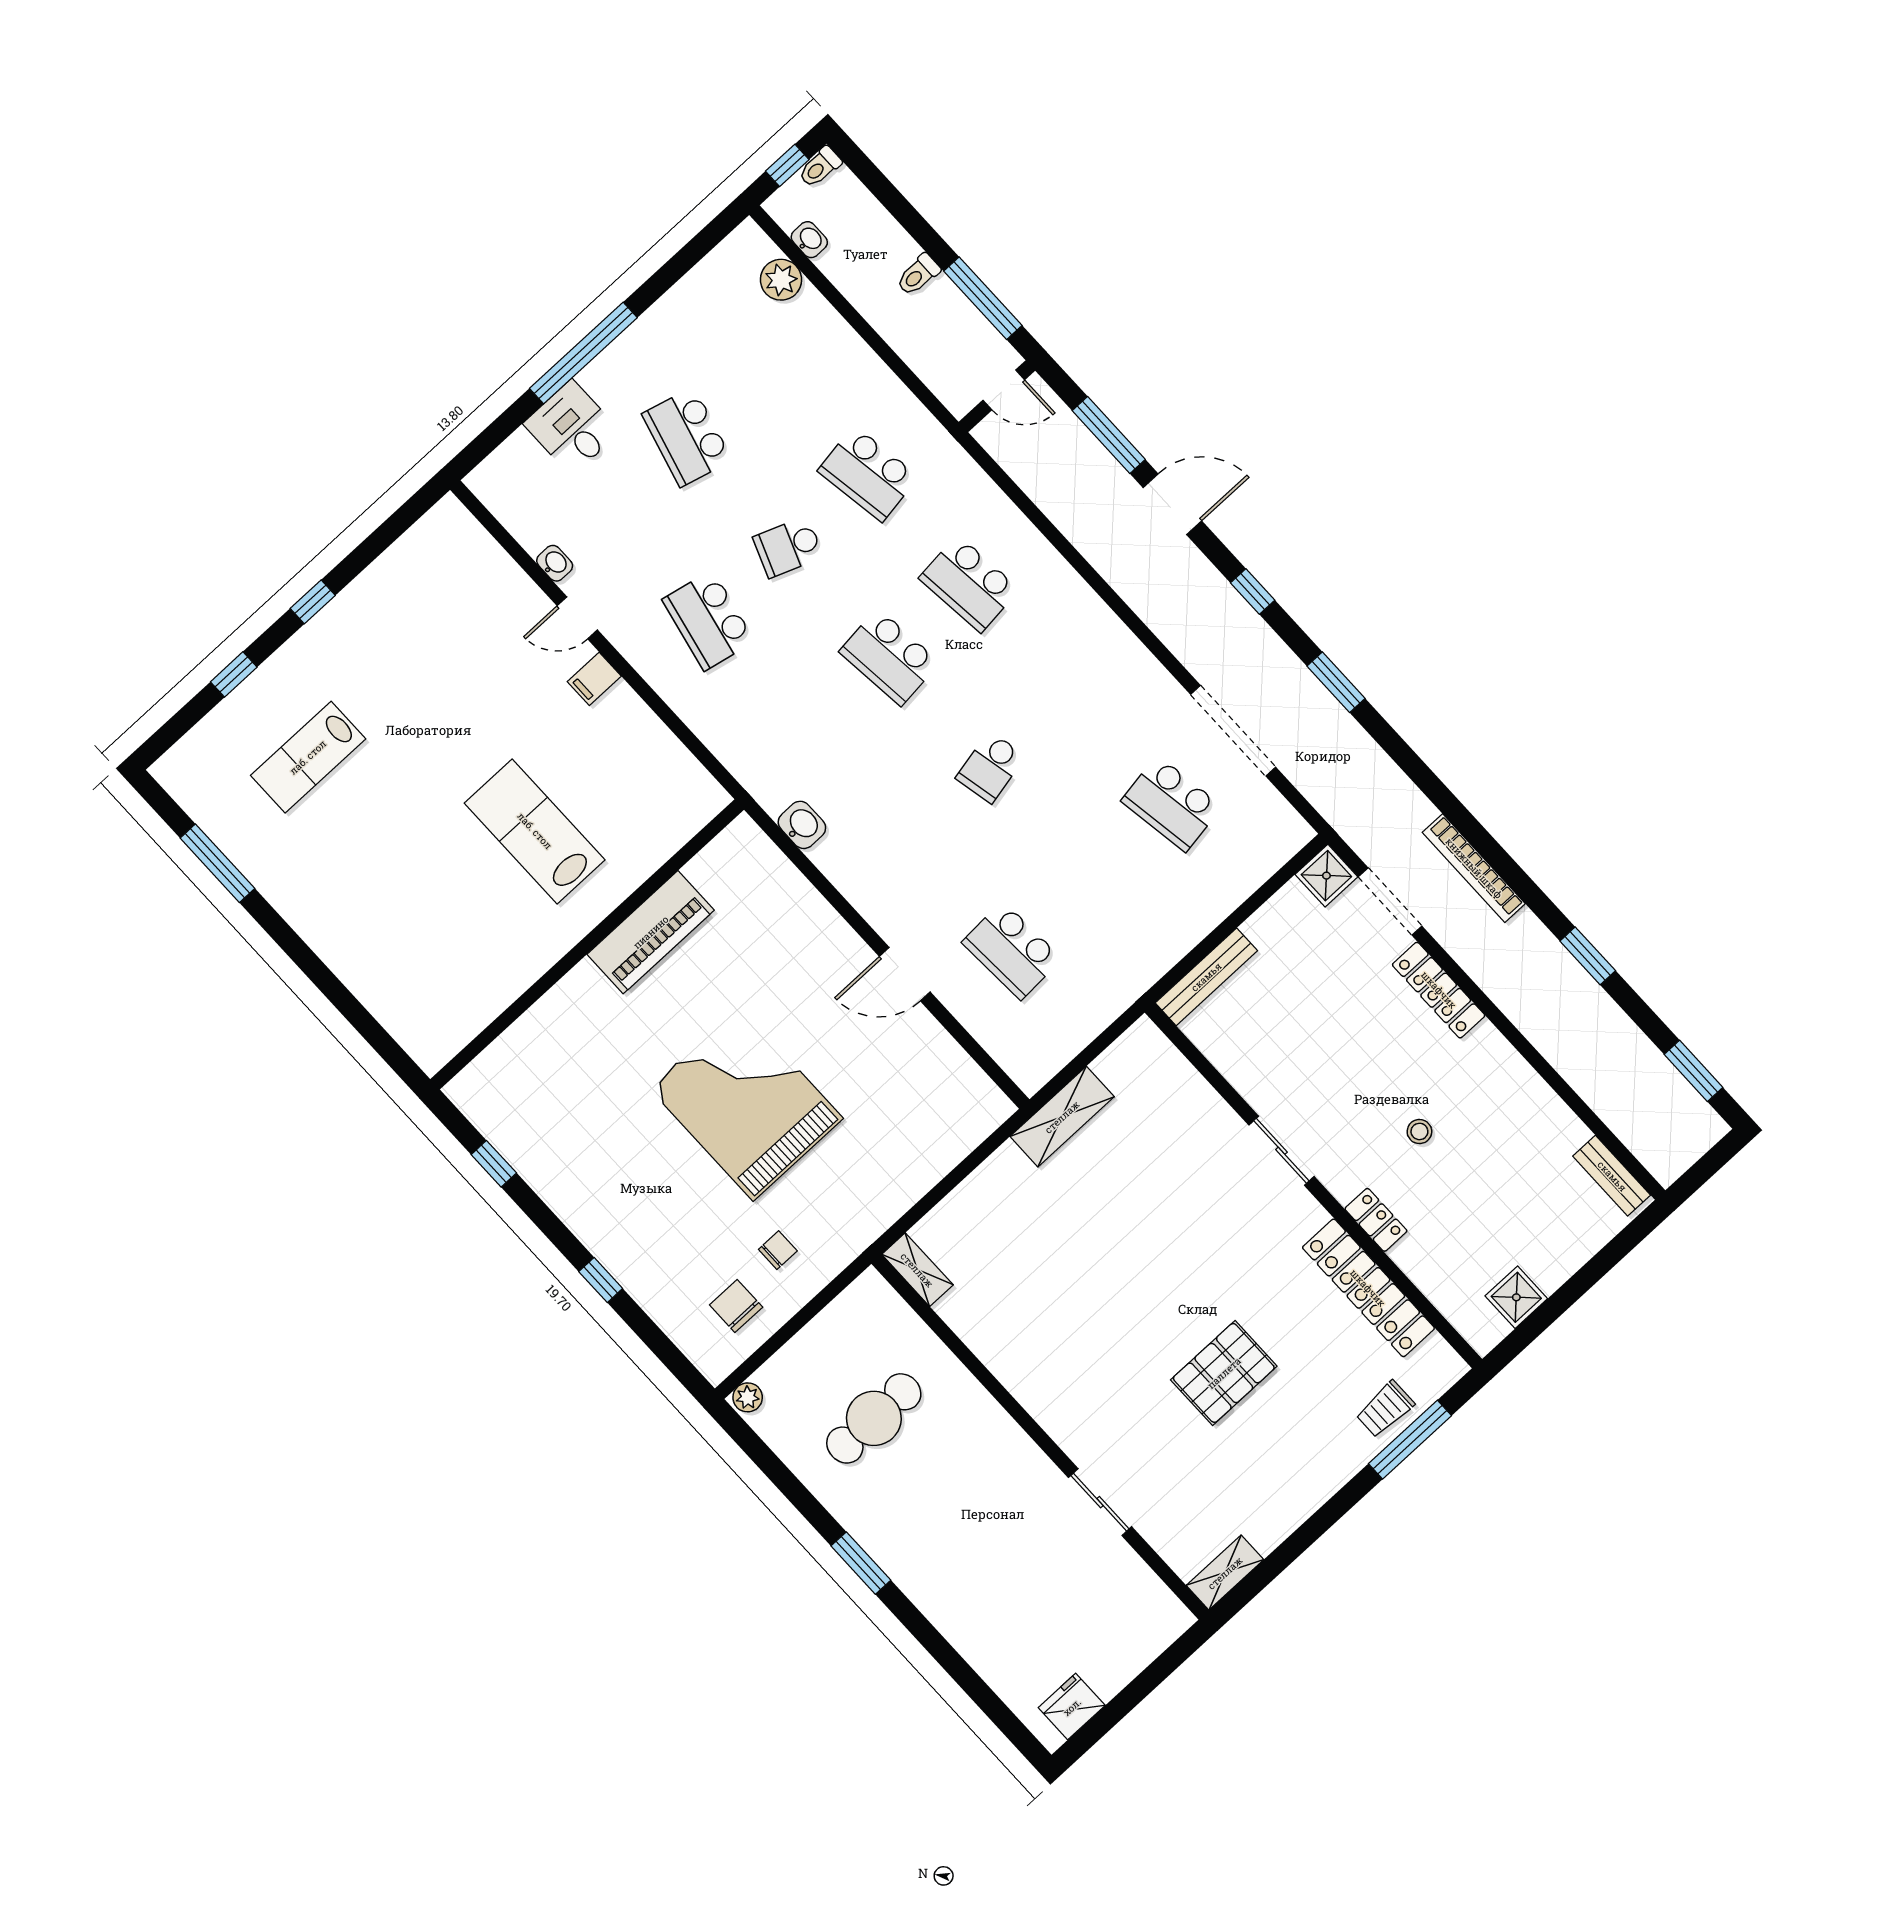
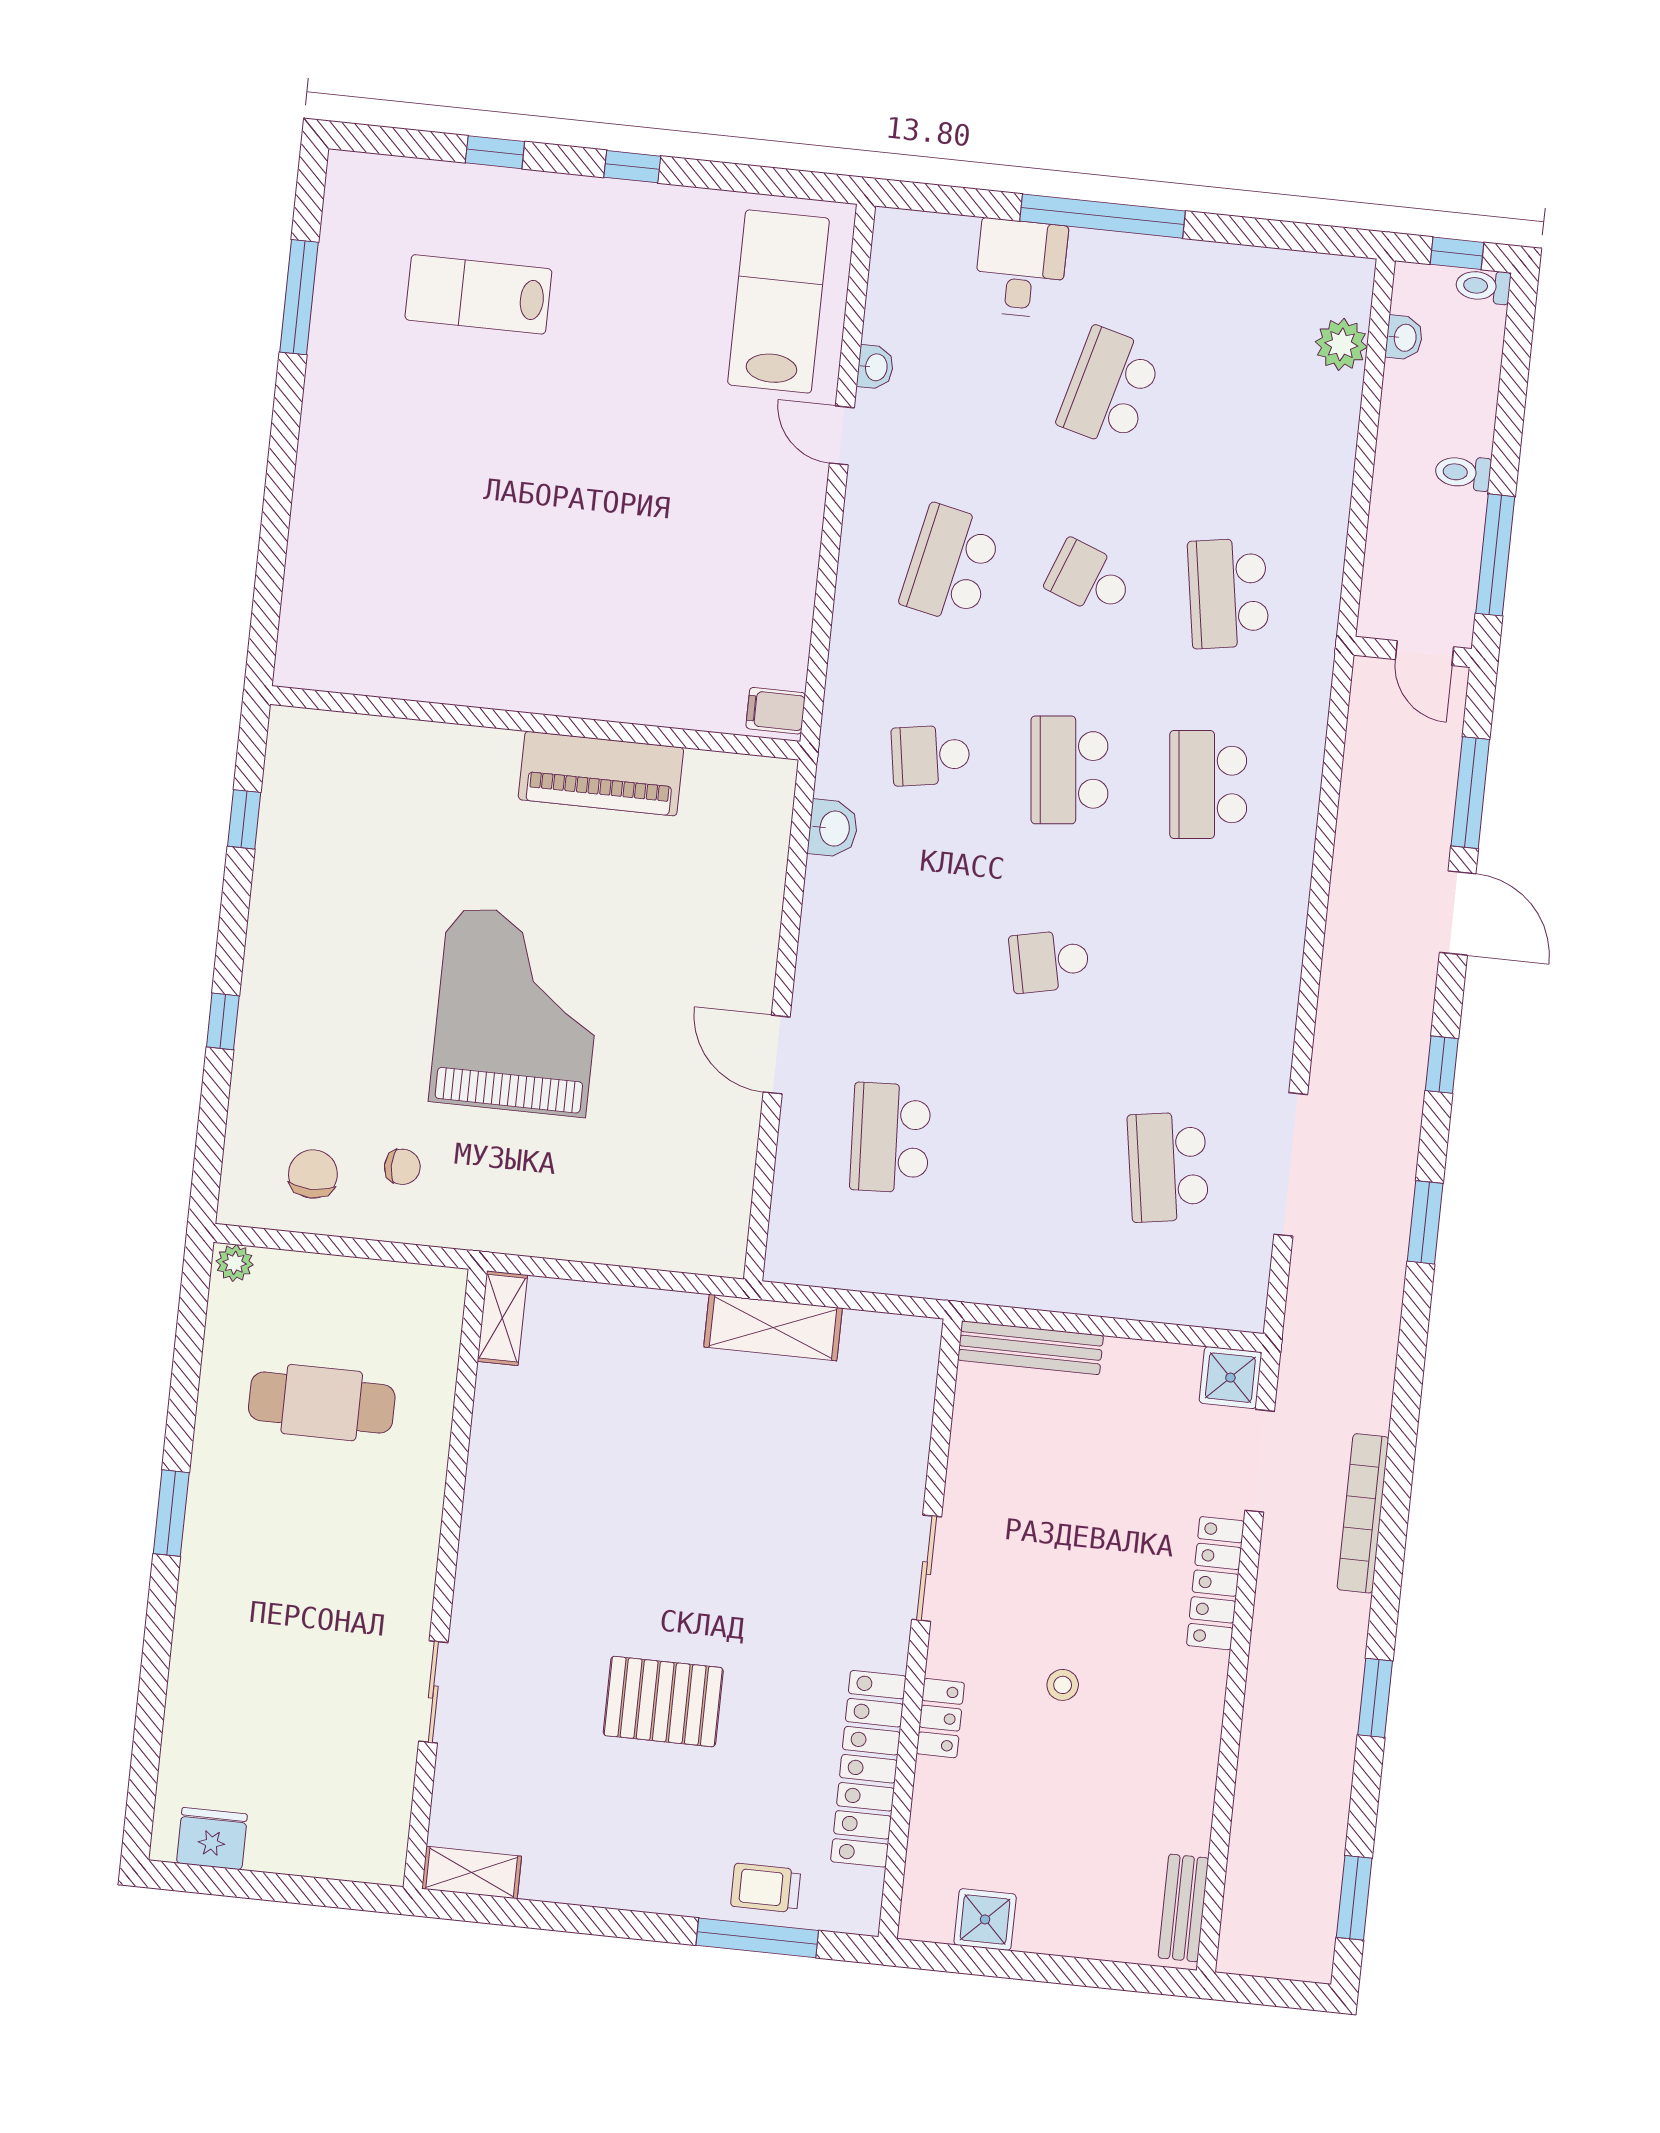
filing cabinet: (594, 679) -> (776, 711), moved
school desk: (809, 730) -> (931, 755), added
lab bench: (535, 831) -> (778, 301), moved

